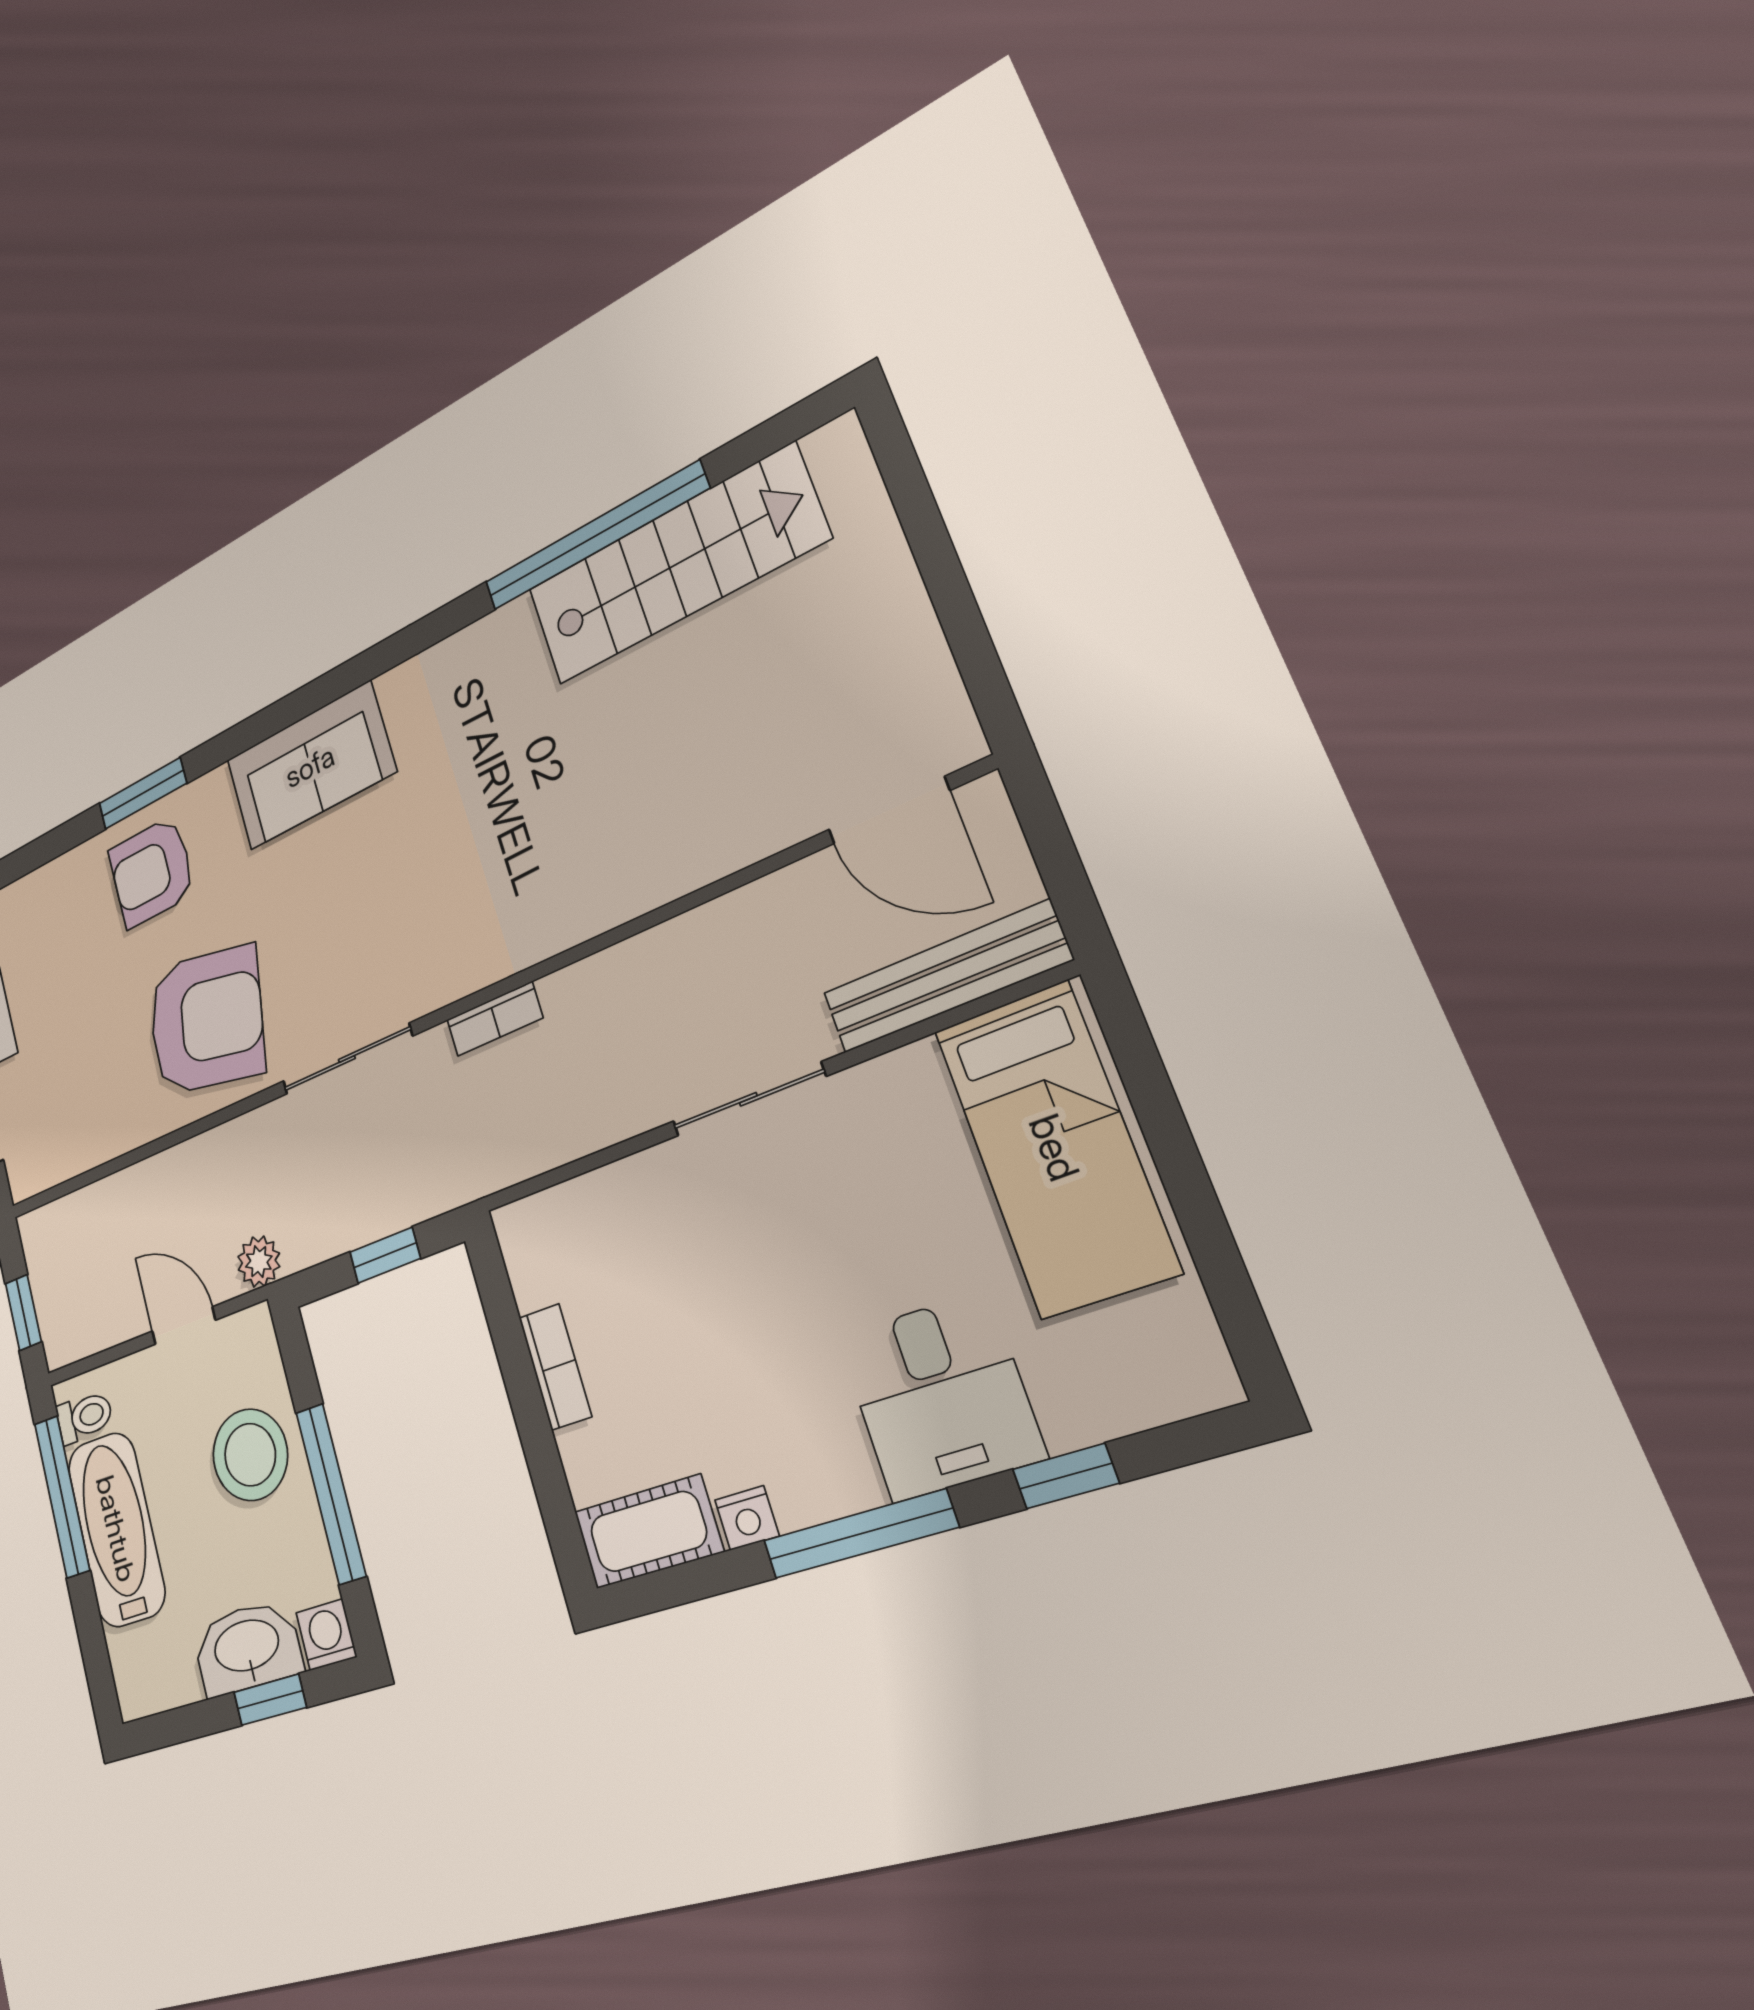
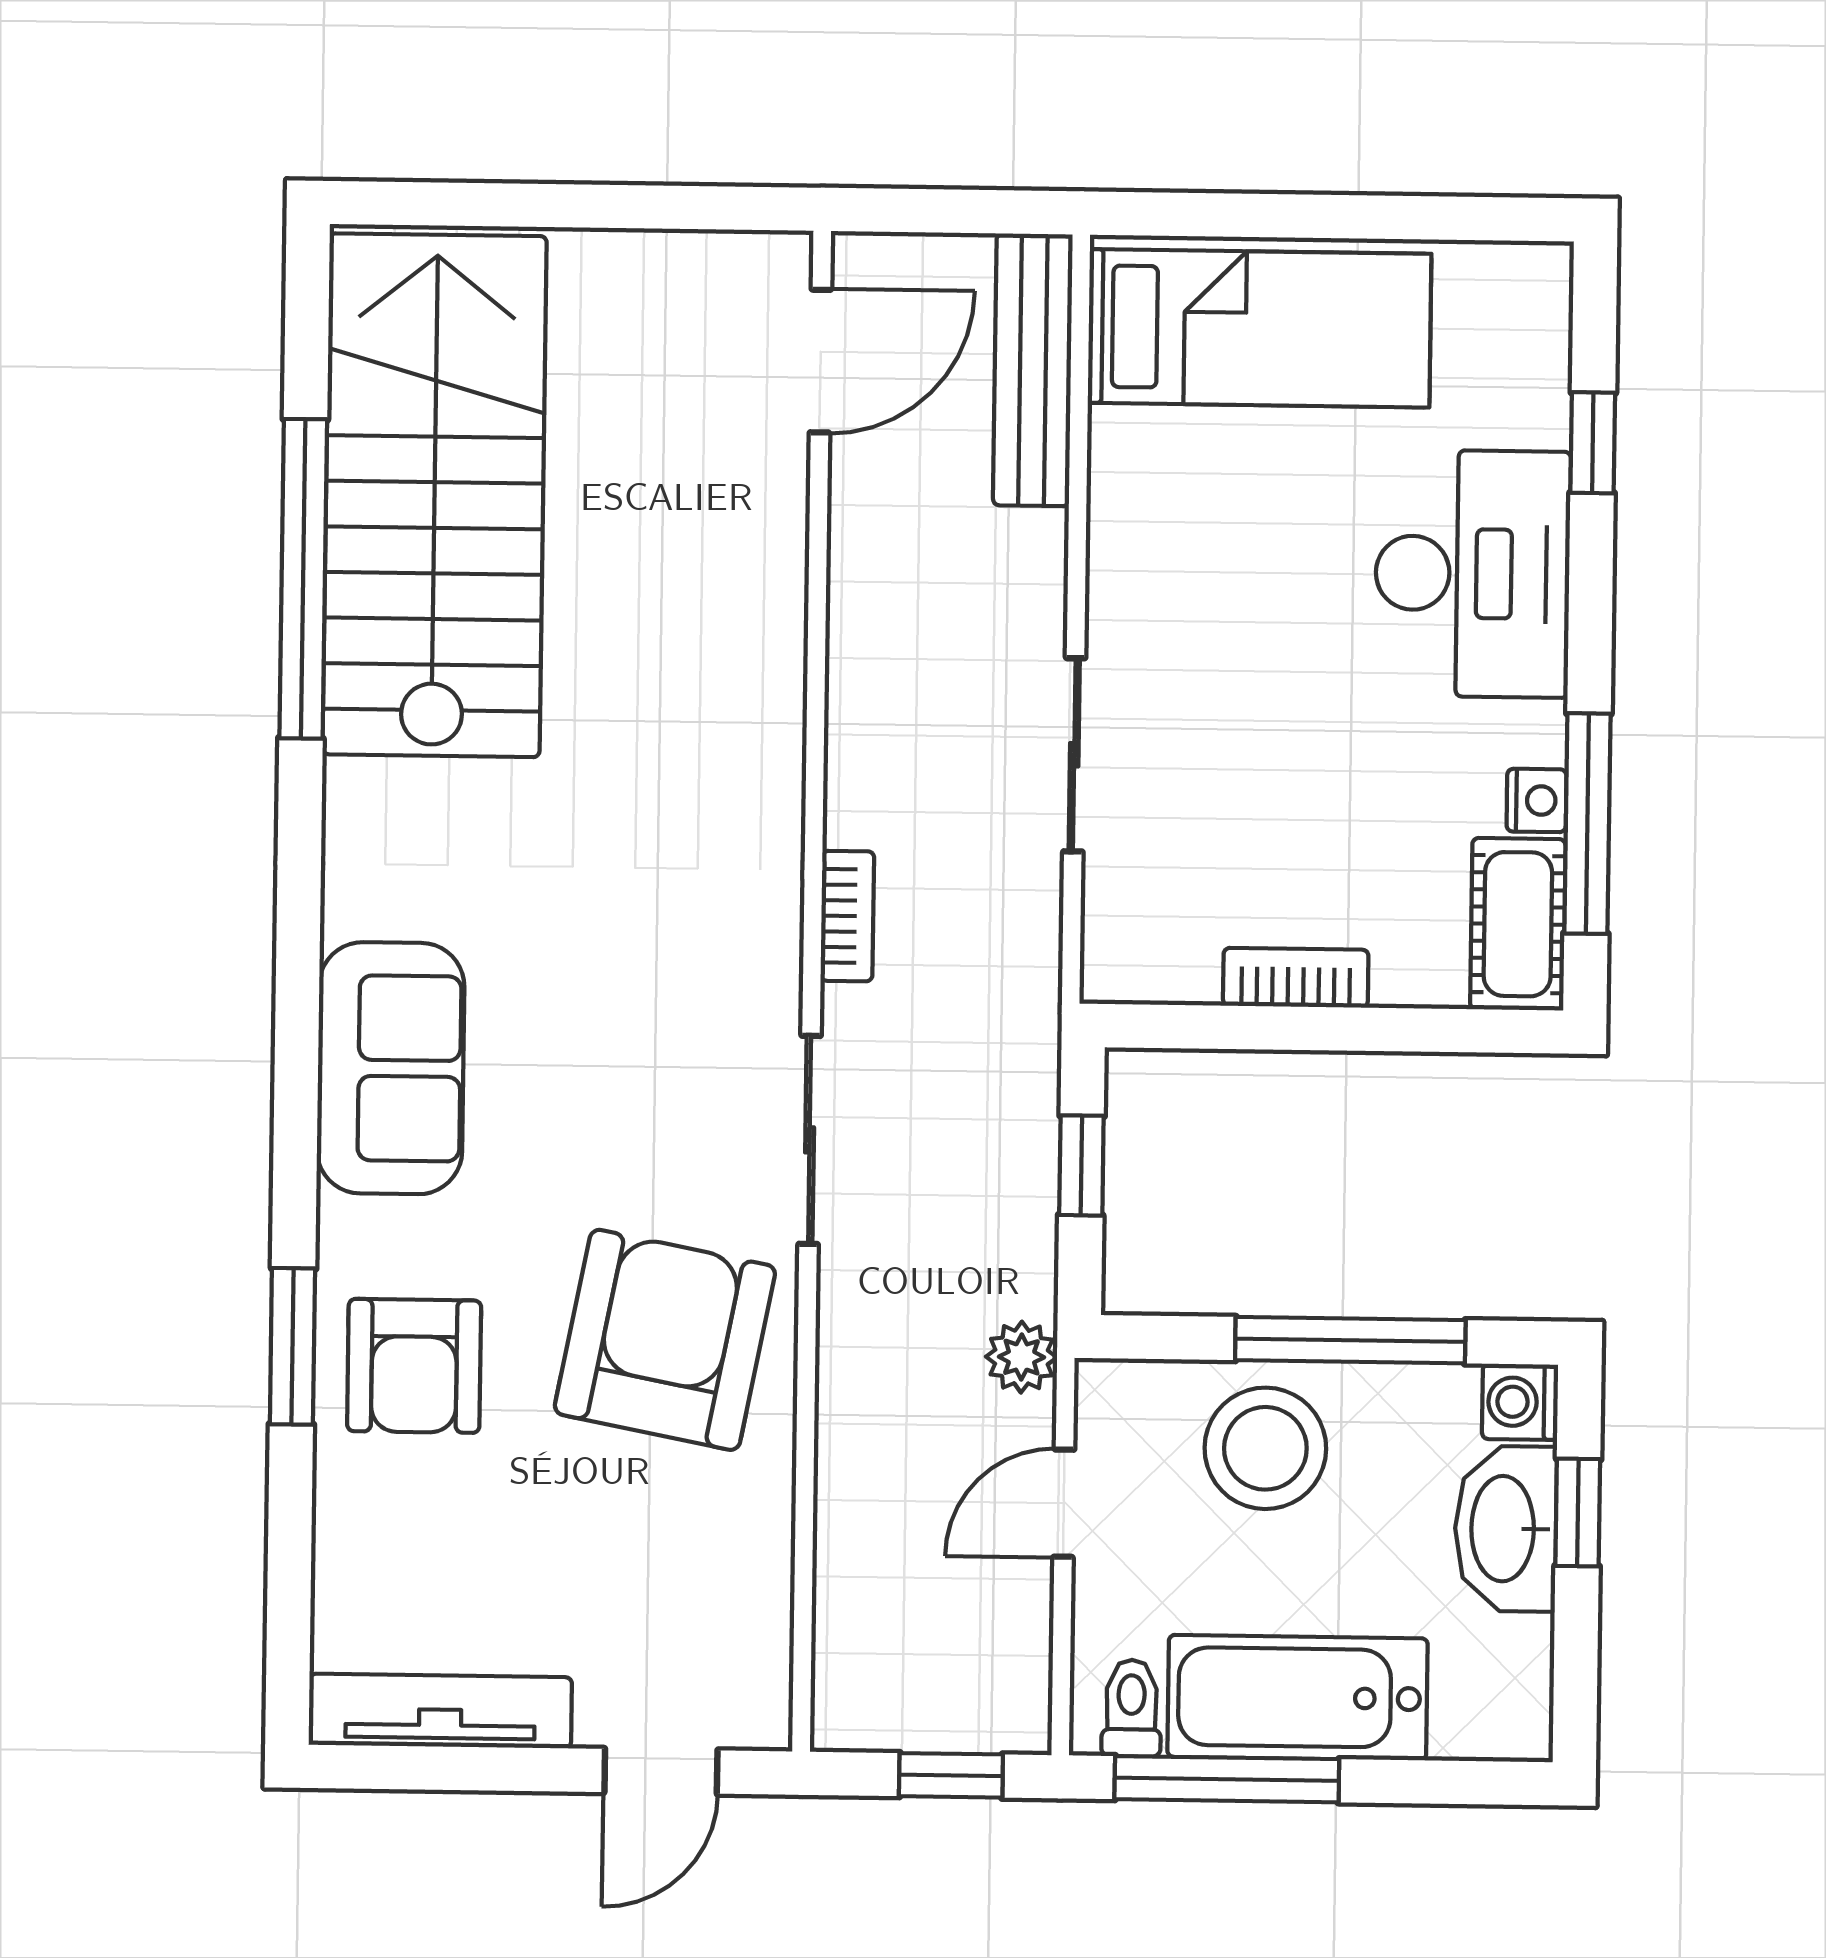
stairs: (675, 565) -> (435, 495), width x1.36, depth x1.51
sliding door: (748, 1099) -> (1074, 755), moved
desk: (940, 1396) -> (1473, 574), width x1.37
window: (860, 1534) -> (1587, 824), moved

